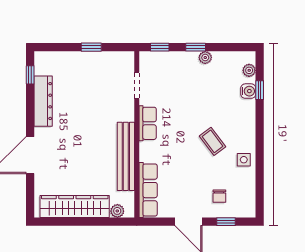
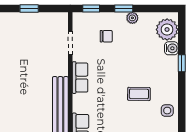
plant: (249, 70) -> (167, 29), width x1.87, depth x1.87
chair: (176, 78) -> (106, 36), added
window: (260, 90) -> (182, 63), moved
coffee table: (213, 141) -> (139, 94), turned -52

